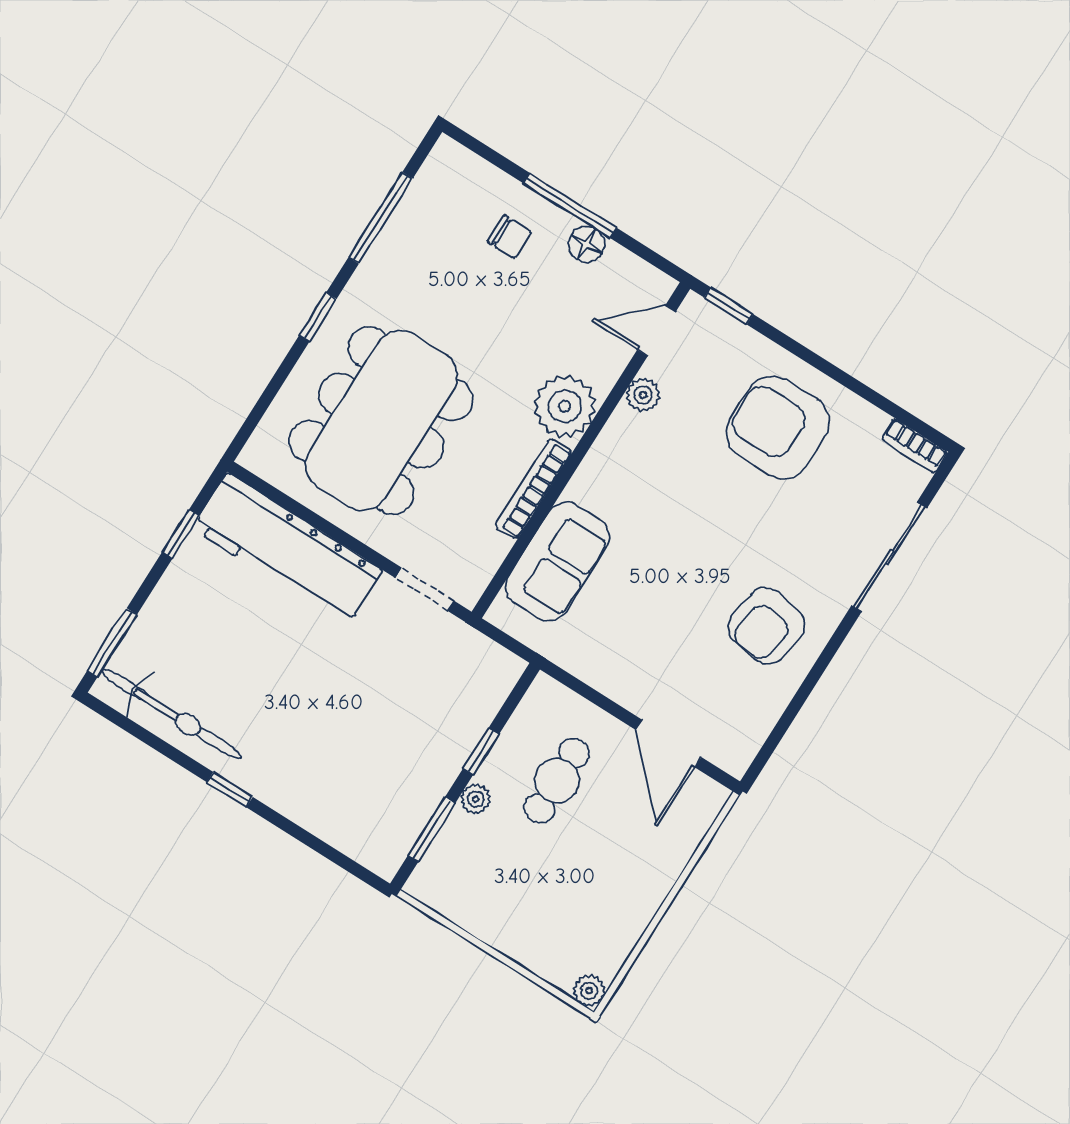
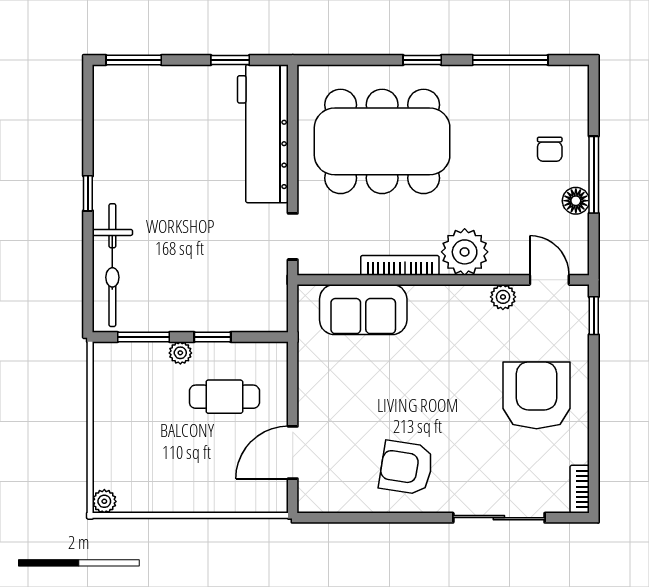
bicycle: (171, 714) -> (112, 265), moved

